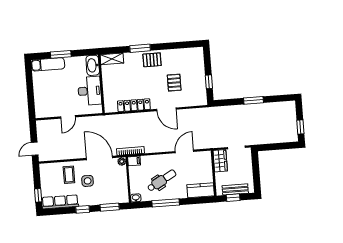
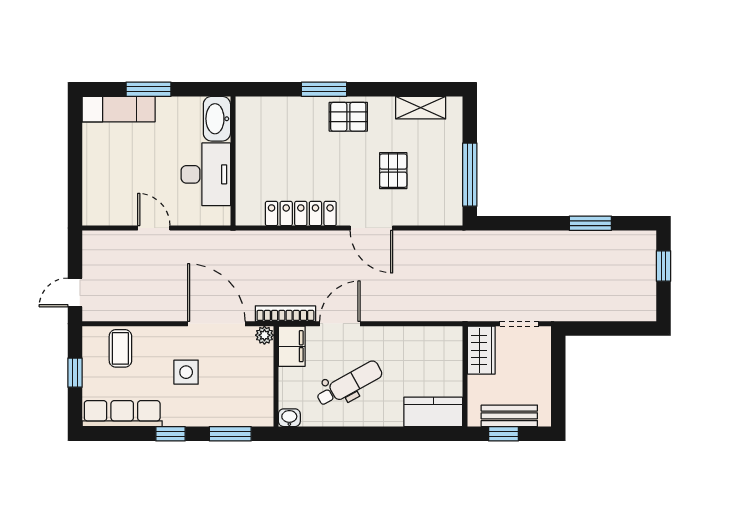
shelving: (112, 59) -> (421, 108), moved
window: (209, 82) -> (470, 175), width x2.17
window: (254, 100) -> (590, 223), moved
door: (68, 117) -> (154, 228), swing flipped
window: (300, 127) -> (663, 266), moved
door: (184, 151) -> (340, 324), moved
filing cabinet: (134, 161) -> (292, 346), width x2.00
coffee table: (69, 175) -> (120, 348), moved
window: (38, 195) -> (75, 373), moved
window: (166, 203) -> (354, 434), removed

